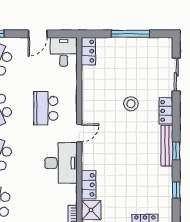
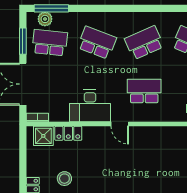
stool: (131, 104) -> (64, 179), moved

